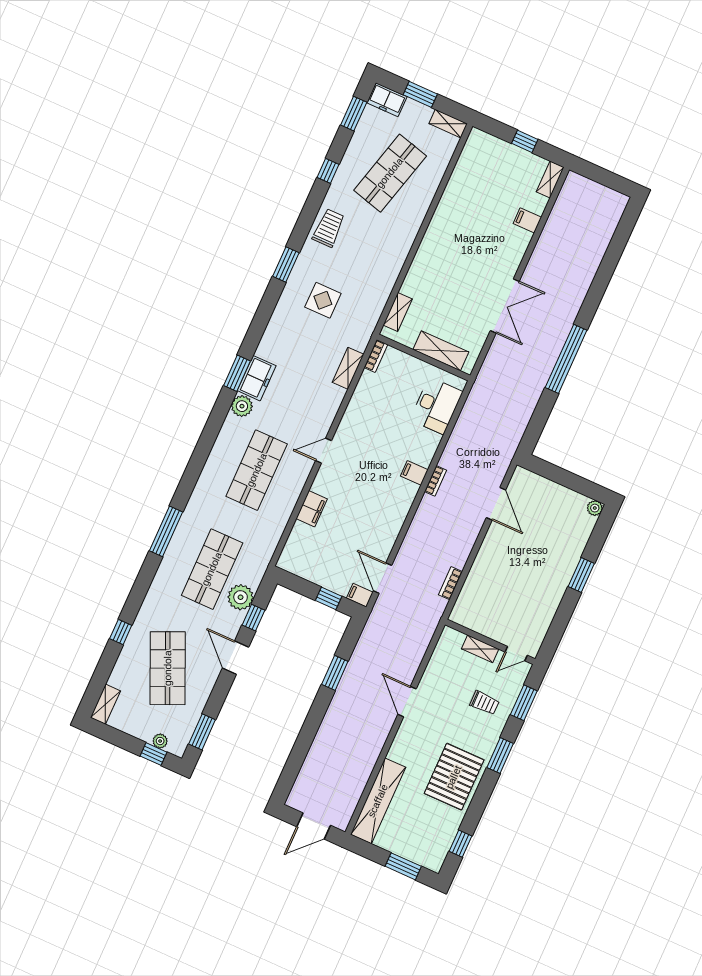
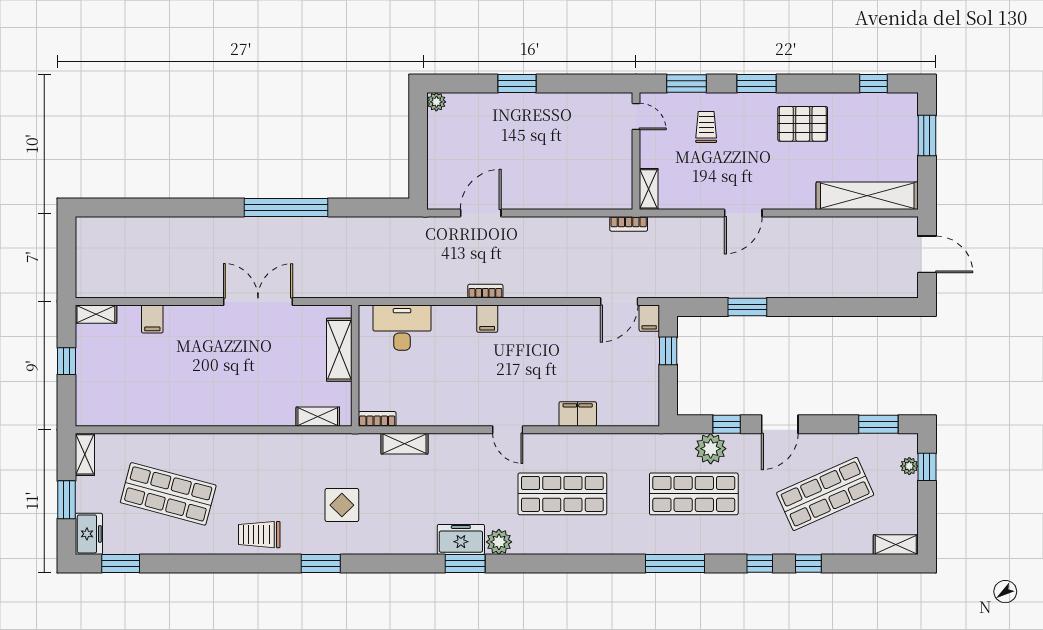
window: (328, 171) -> (760, 564), moved
bookcase: (450, 583) -> (629, 224), moved
shelving: (480, 649) -> (649, 189), moved
pallet: (454, 777) -> (803, 124), width x0.73, depth x0.71

